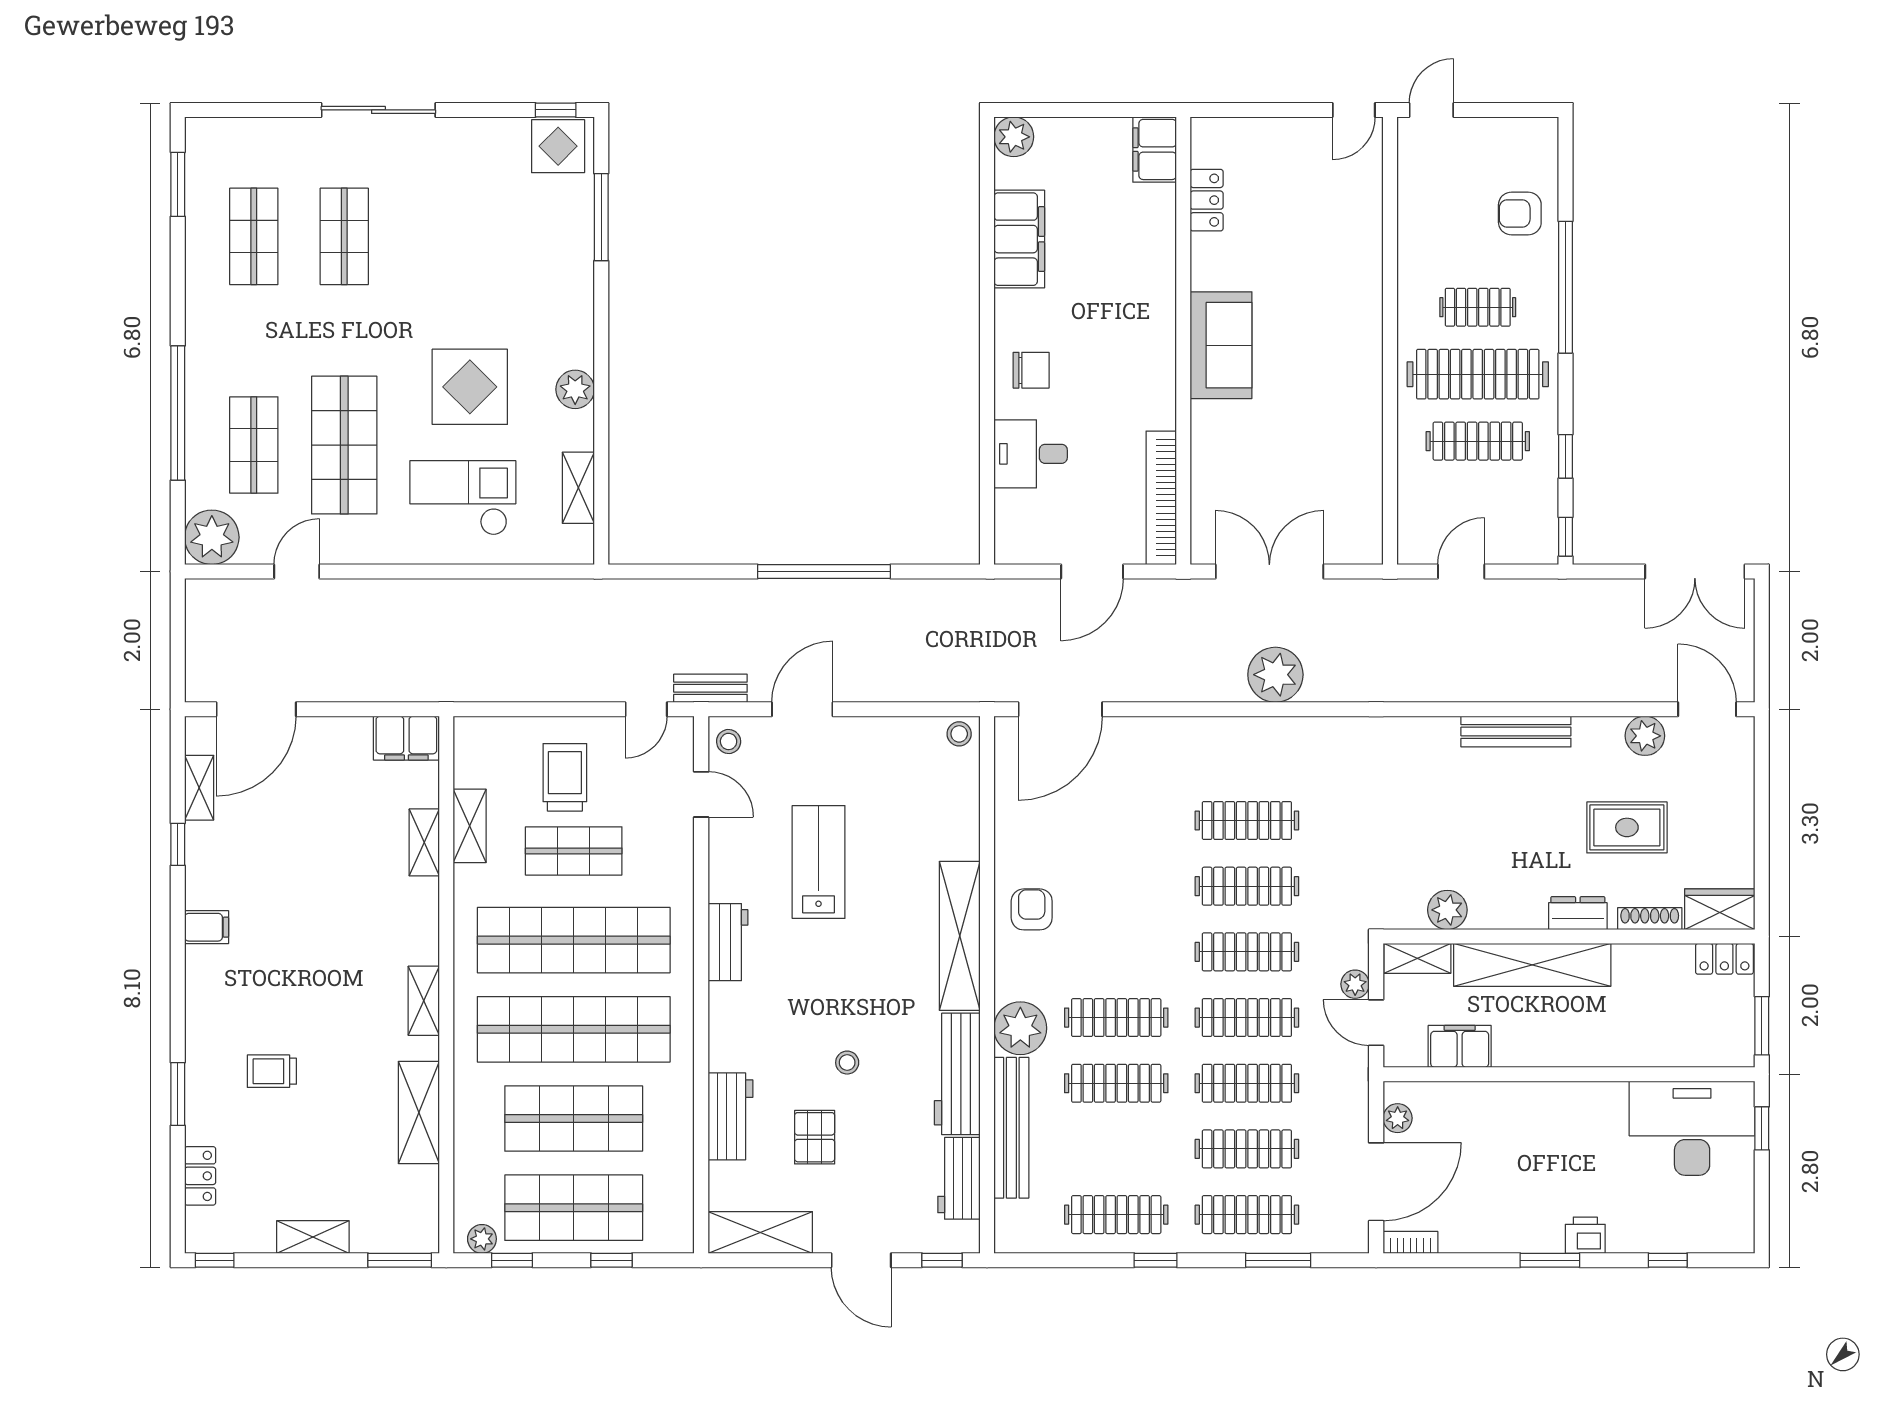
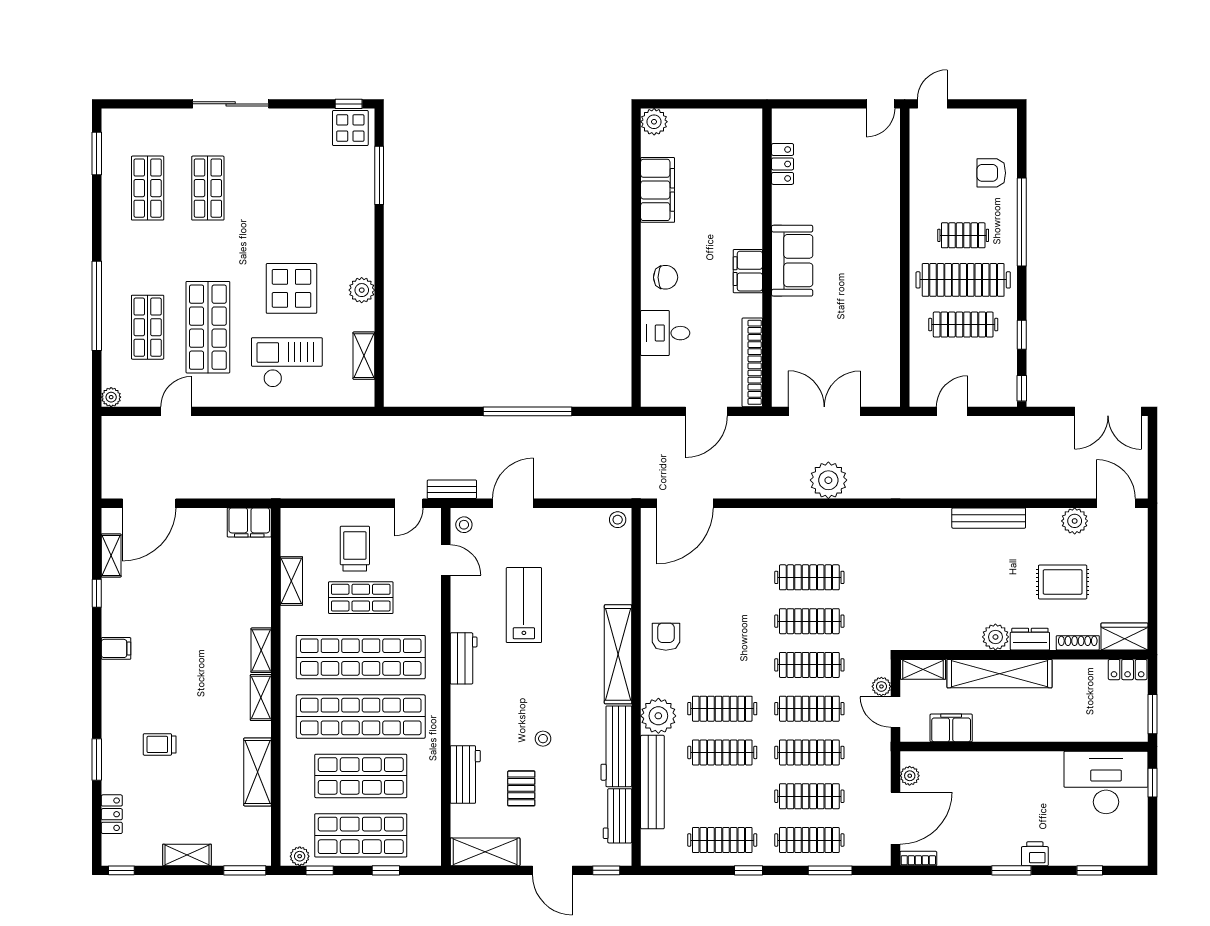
filing cabinet: (1155, 149) -> (748, 271), moved
plant: (212, 537) -> (111, 397), width x0.53, depth x0.53
shelving: (424, 842) -> (261, 650), moved
plant: (1447, 910) -> (995, 637), moved

